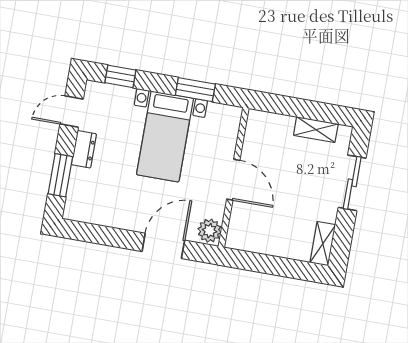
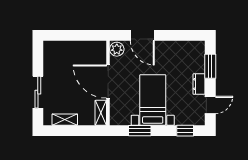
door: (233, 180) -> (108, 82), width x1.36
shelving: (323, 244) -> (101, 113), moved
door: (163, 246) -> (142, 35), hinge flipped

